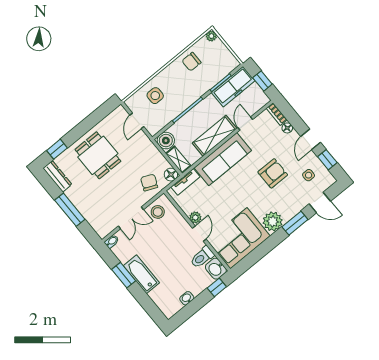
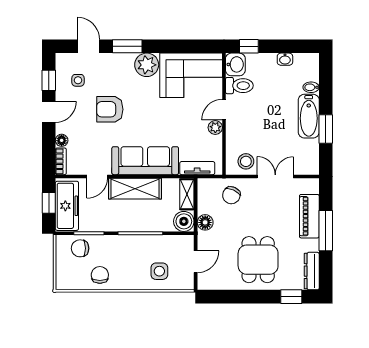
plant: (211, 36) -> (62, 284), removed
chair: (191, 62) -> (100, 275), turned -90
chair: (218, 68) -> (80, 248), added
freezer: (233, 87) -> (67, 206), moved, turned 90
floor lamp: (171, 175) -> (205, 222), moved
piano: (88, 210) -> (309, 216), added
bidet: (112, 241) -> (311, 87), moved

